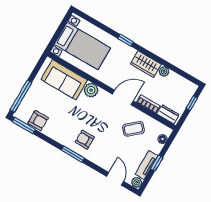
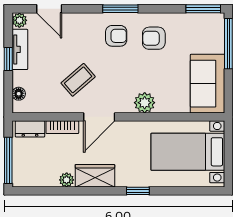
sofa: (64, 80) -> (208, 84), moved, turned -90
window: (192, 103) -> (8, 160), width x2.17
armchair: (38, 121) -> (154, 38), moved
coffee table: (133, 129) -> (78, 80), moved

